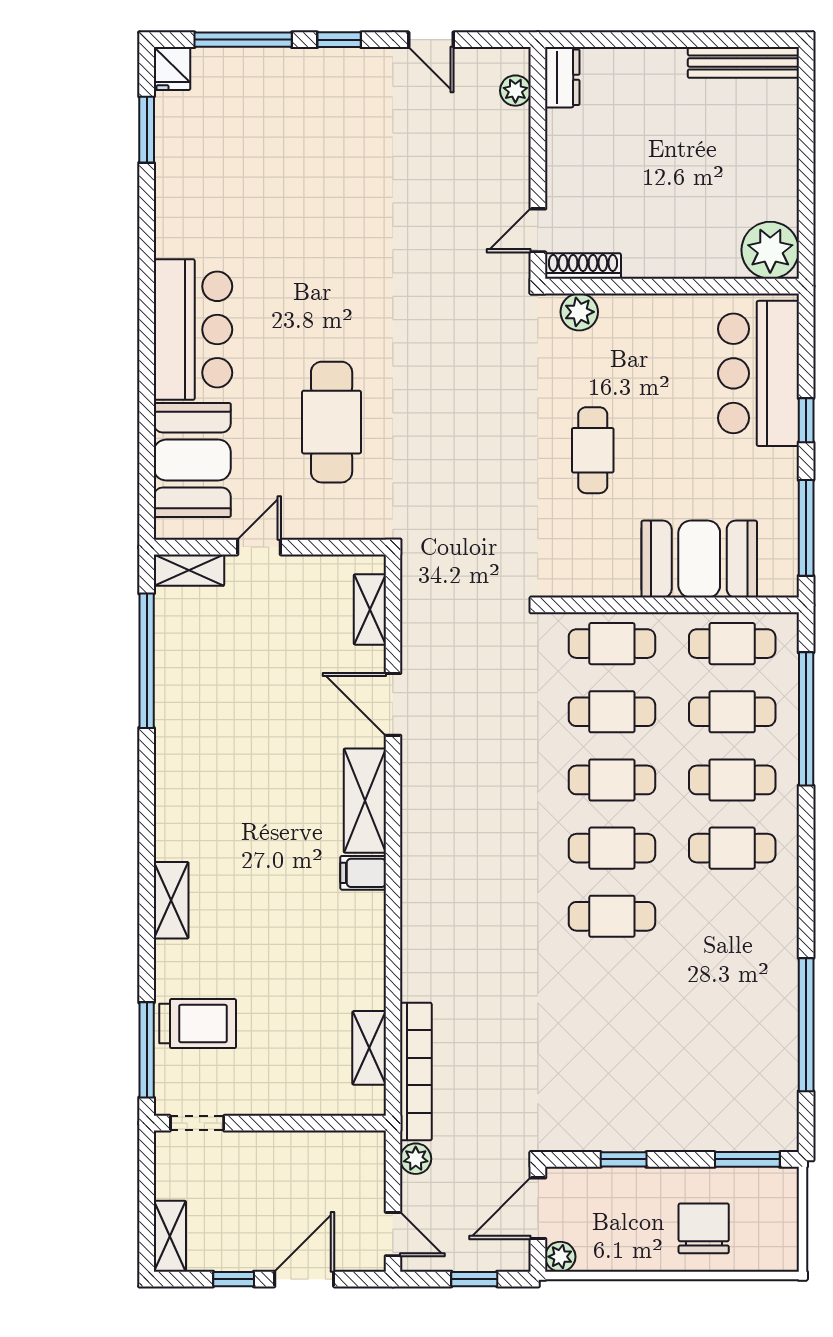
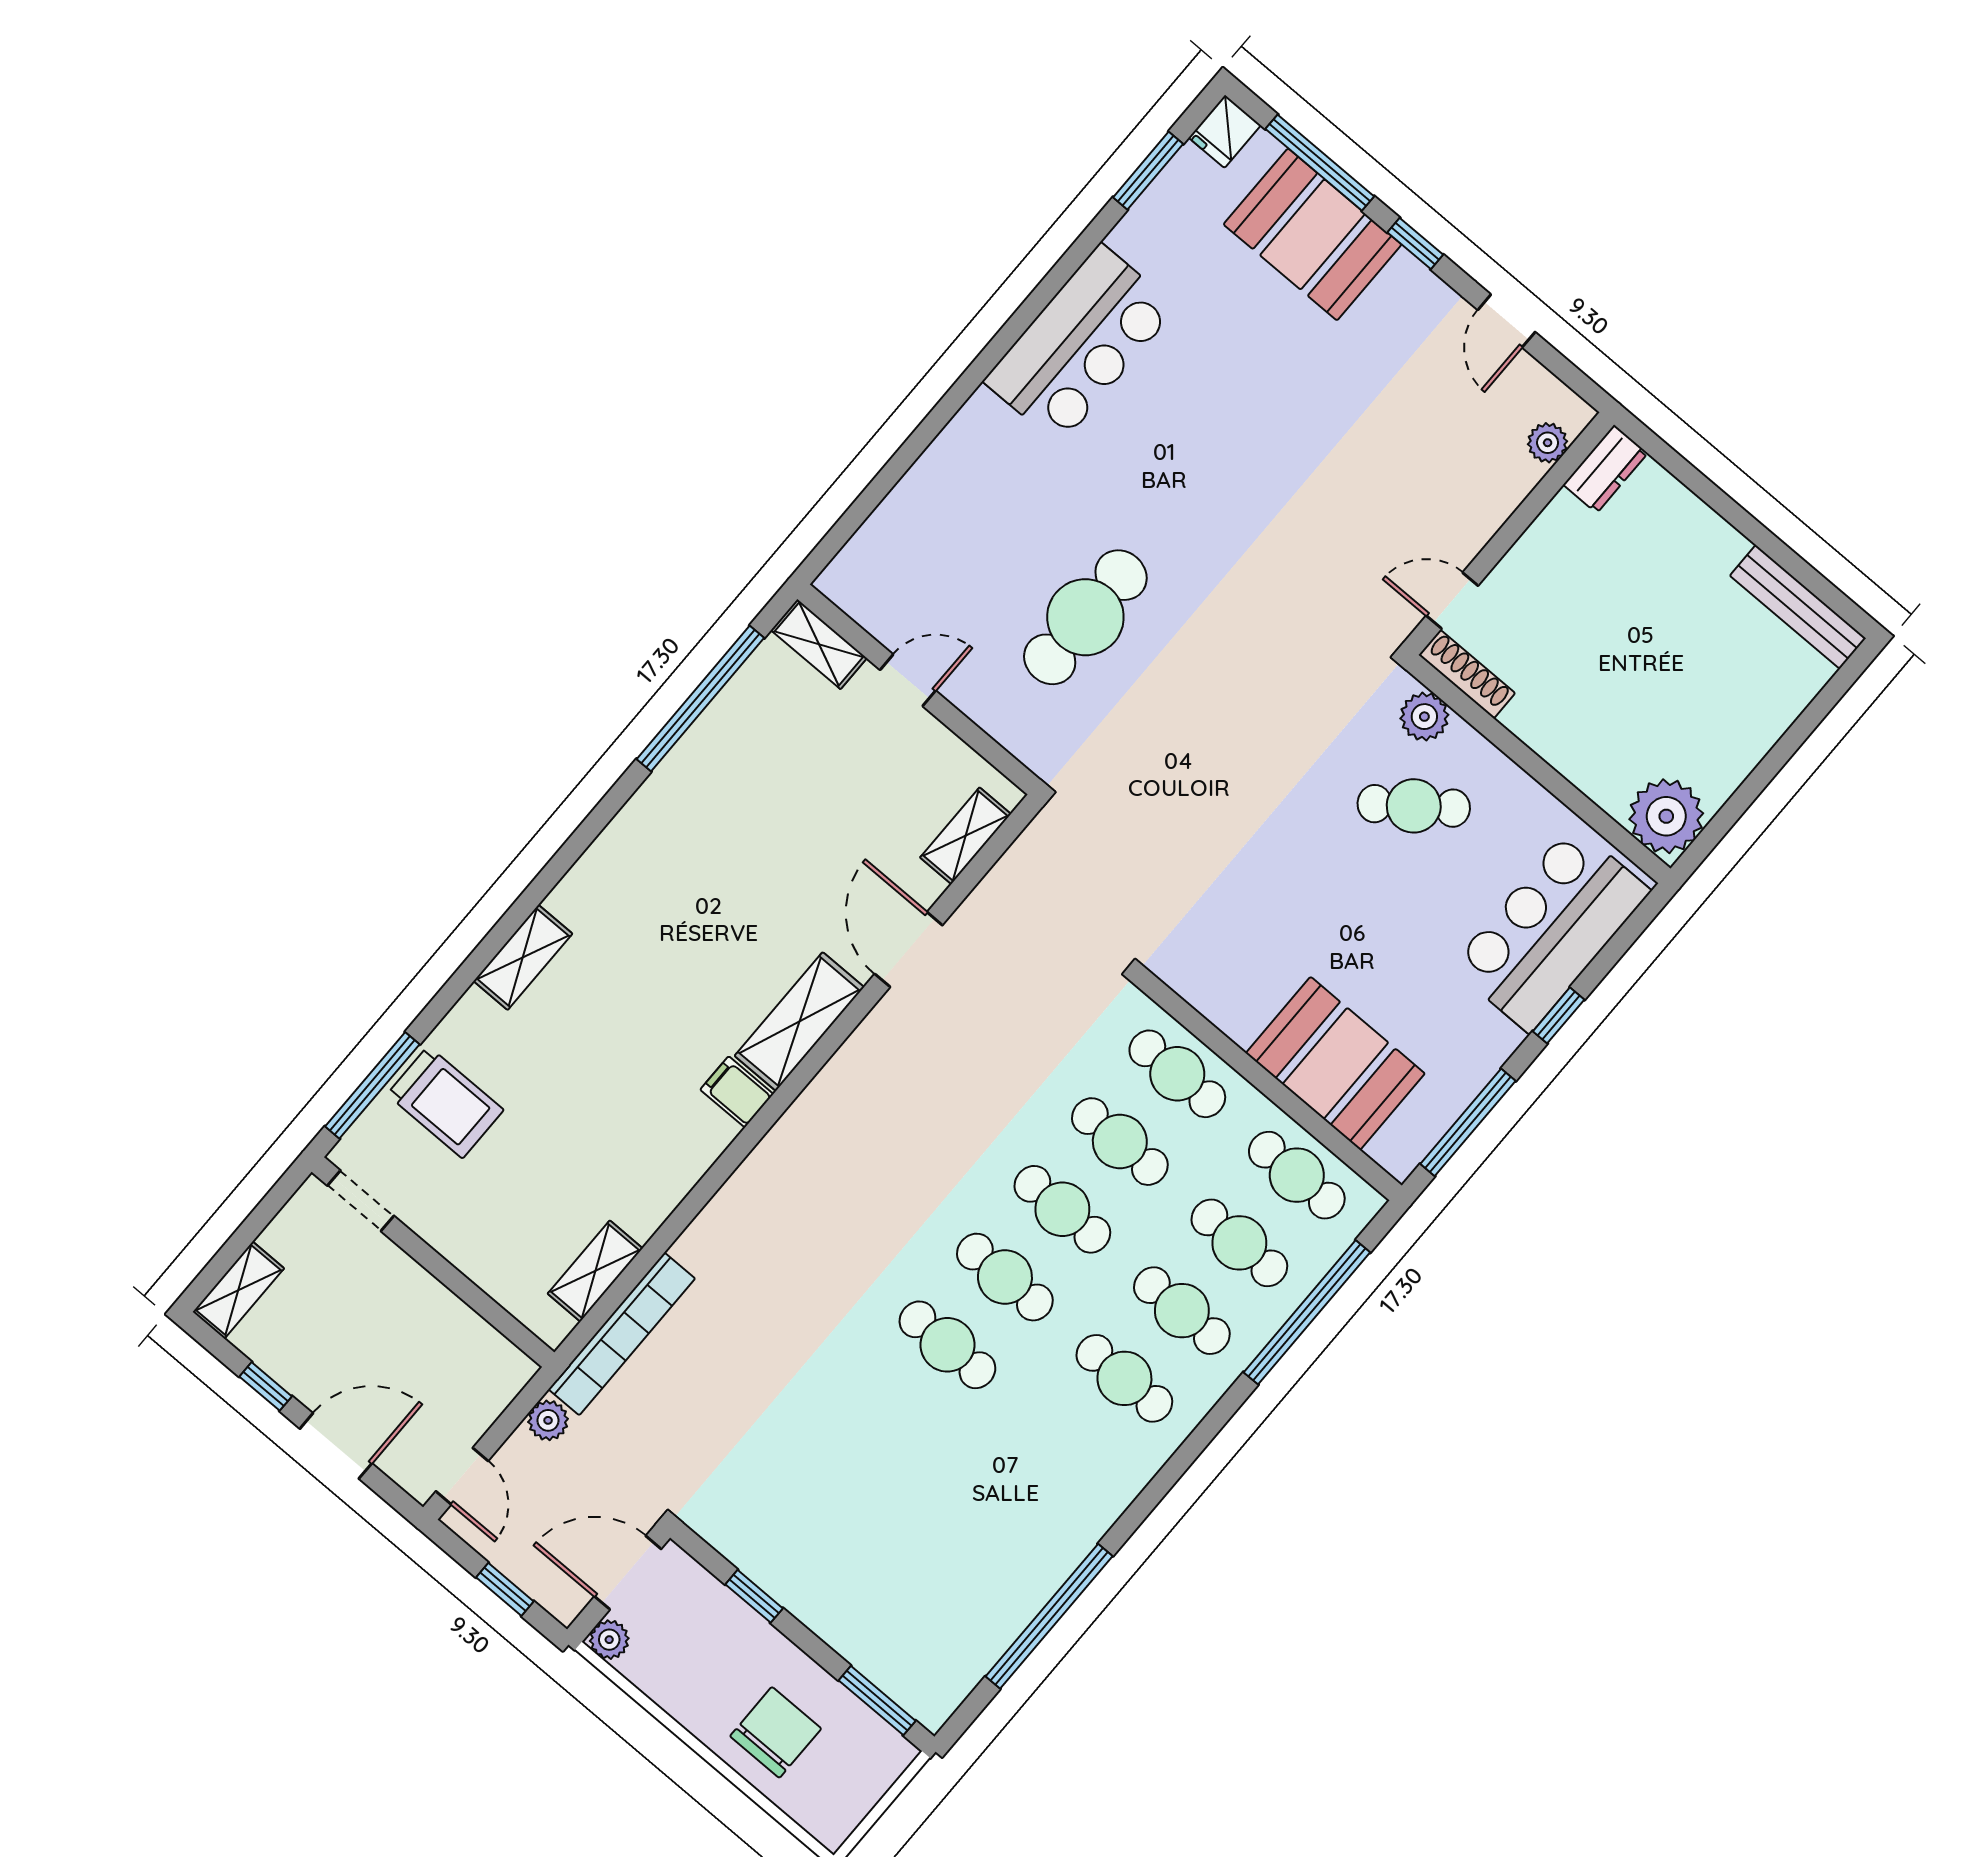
bar counter: (193, 330) -> (1080, 344), moved
cafe table: (593, 450) -> (1414, 806), moved, turned 53
booth: (192, 460) -> (1313, 234), moved, turned 90

